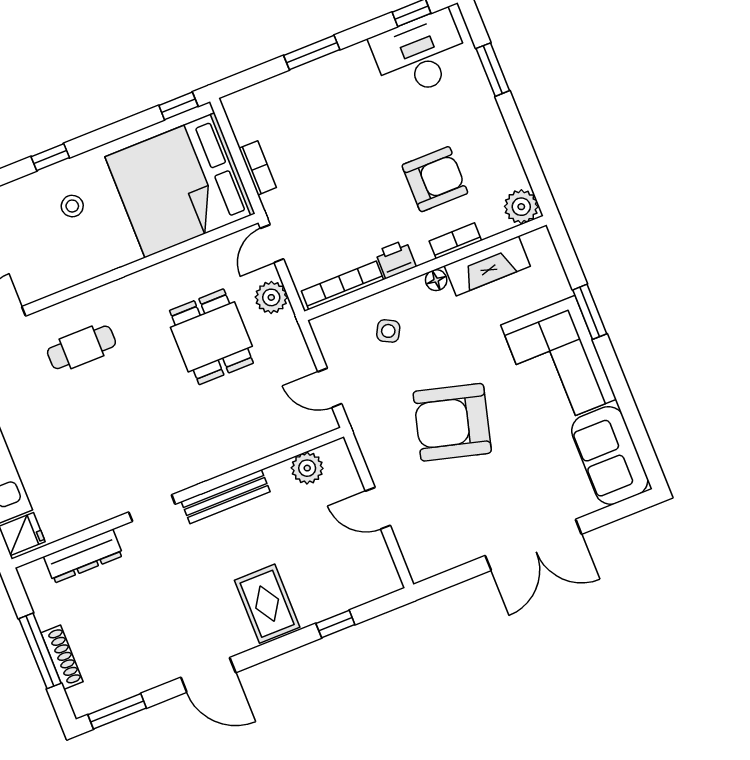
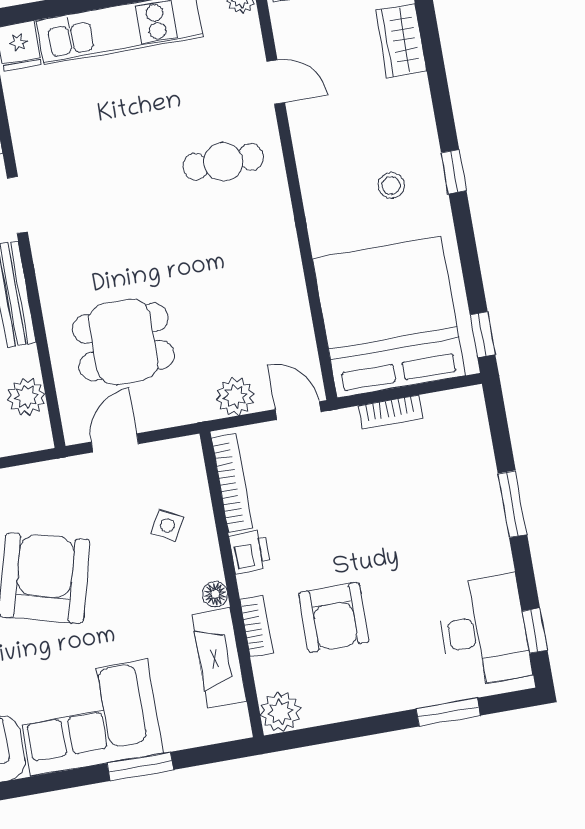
dining table: (211, 337) -> (123, 342), moved
cafe table: (81, 347) -> (223, 162), turned 90

